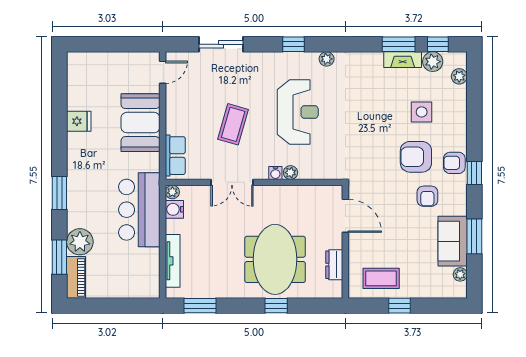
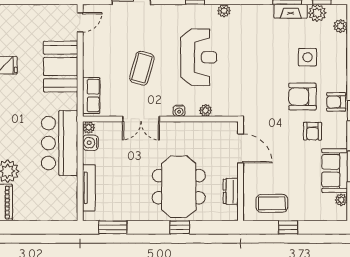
plant: (290, 173) -> (206, 110), moved

